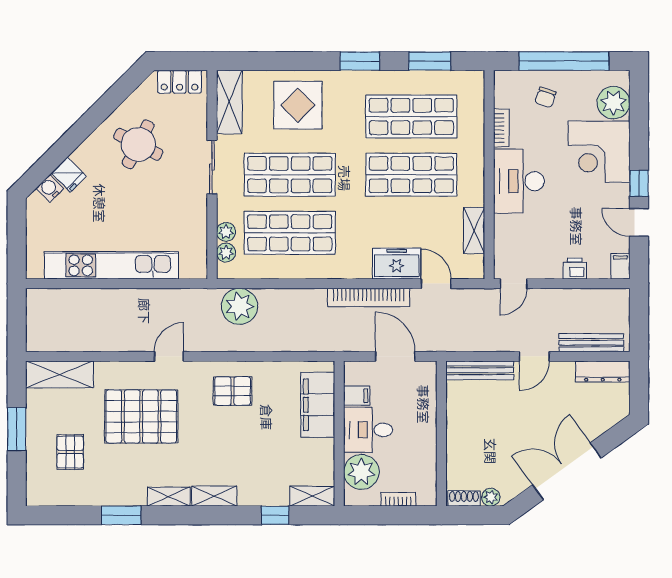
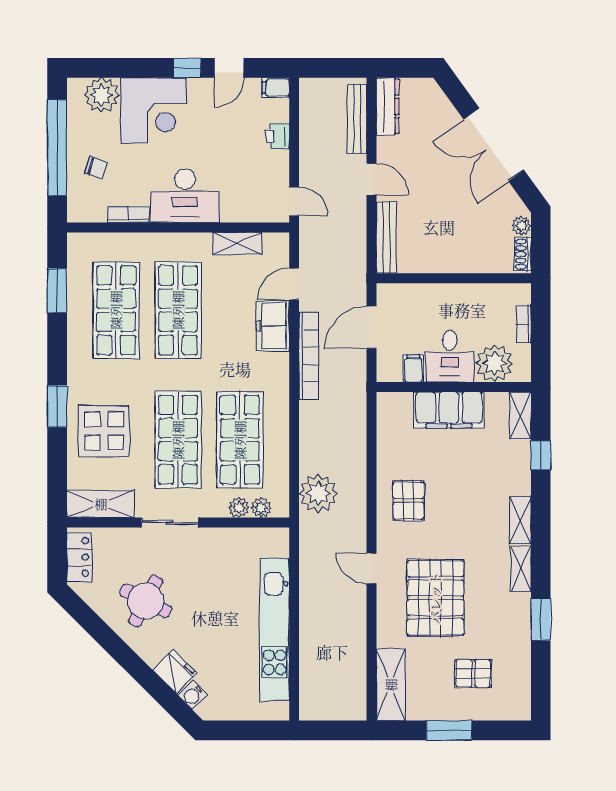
window: (360, 61) -> (57, 406), moved
fridge: (69, 175) -> (175, 672), width x1.38
filing cabinet: (318, 405) -> (449, 410), moved

